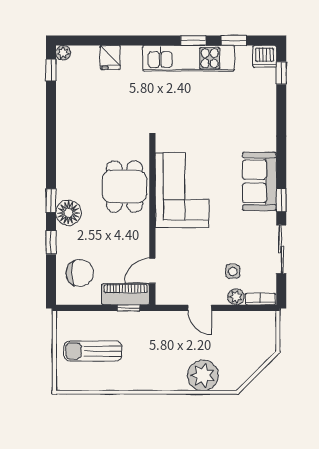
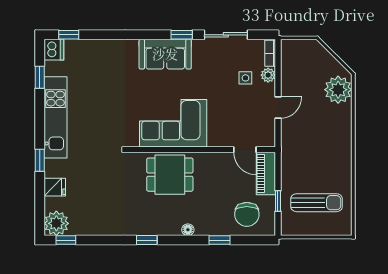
window: (193, 40) -> (40, 160), moved
plant: (63, 53) -> (56, 223), width x1.88, depth x1.88
window: (51, 201) -> (147, 240), moved
floor lamp: (69, 213) -> (188, 230), width x0.53, depth x0.53
chair: (80, 273) -> (247, 214), turned 180
window: (129, 308) -> (278, 201), moved
sun lounger: (93, 351) -> (316, 203), turned -90
plant: (203, 375) -> (338, 90), moved

